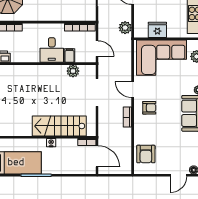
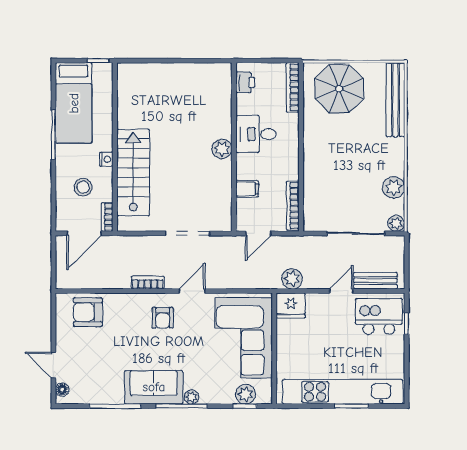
fridge: (157, 30) -> (291, 305), moved, turned 90
desk: (52, 50) -> (256, 134), moved
plant: (73, 71) -> (222, 149), moved
stool: (68, 157) -> (83, 187), added

